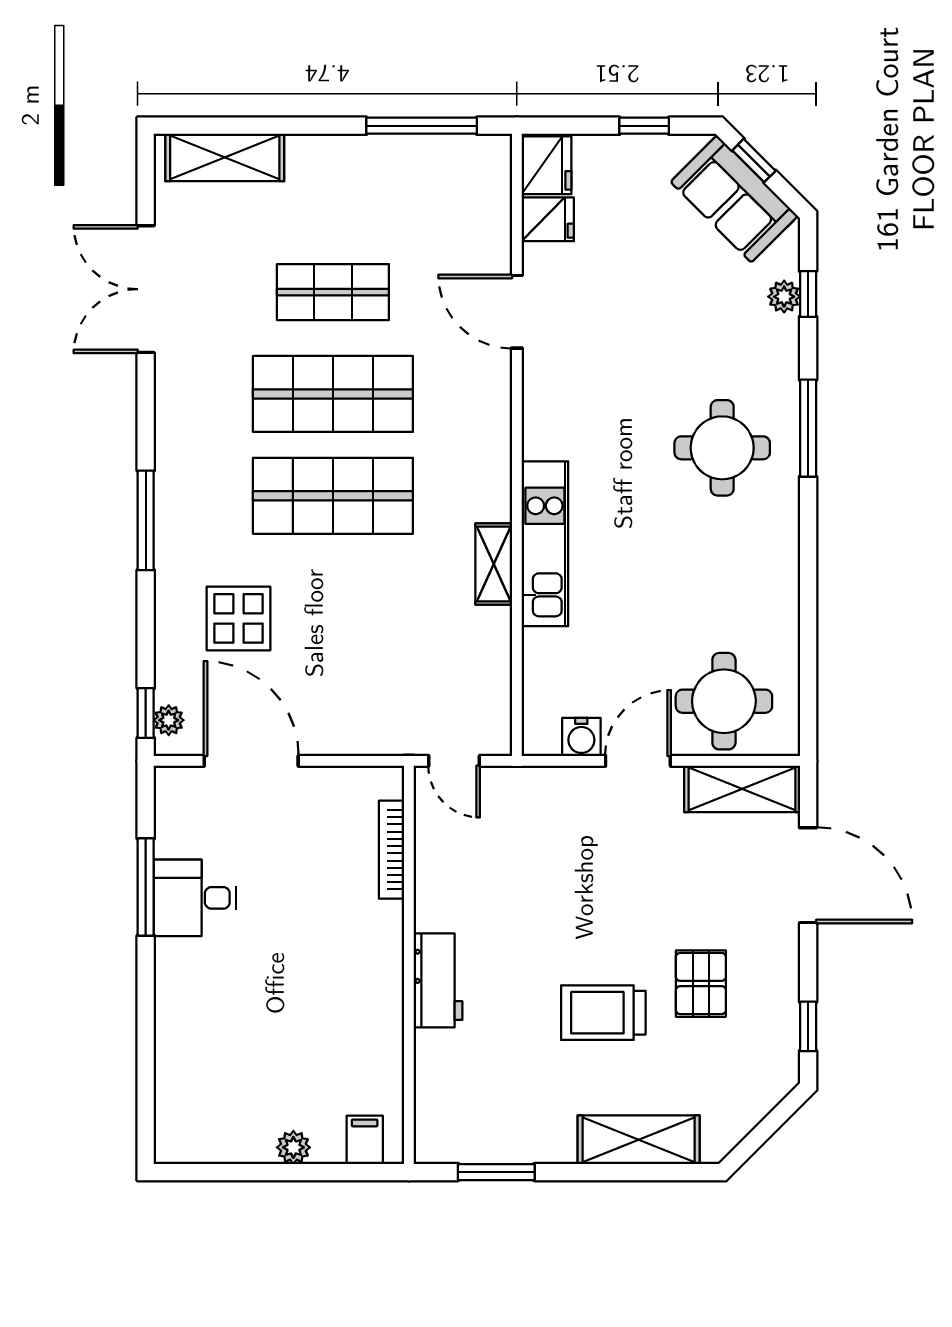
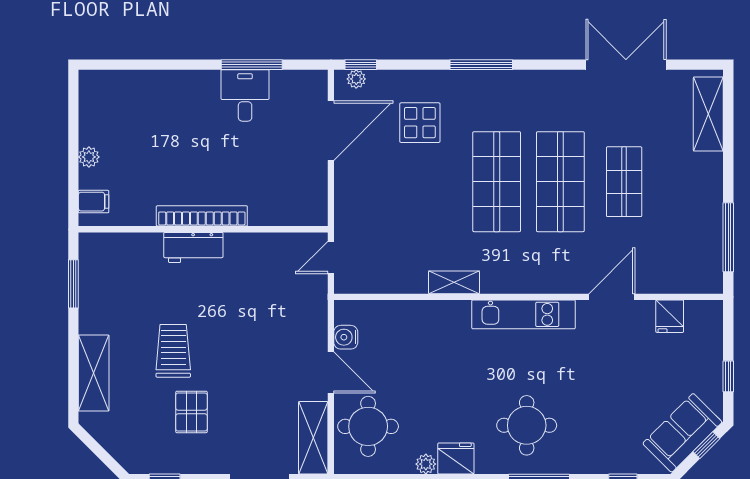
fridge: (547, 165) -> (456, 458), moved, turned 180
plant: (784, 297) -> (426, 464), moved
kitchen unit: (545, 544) -> (524, 314), moved
bookcase: (392, 850) -> (202, 216), moved, width x1.48, depth x1.31
pallet: (701, 984) -> (191, 412), turned 90

